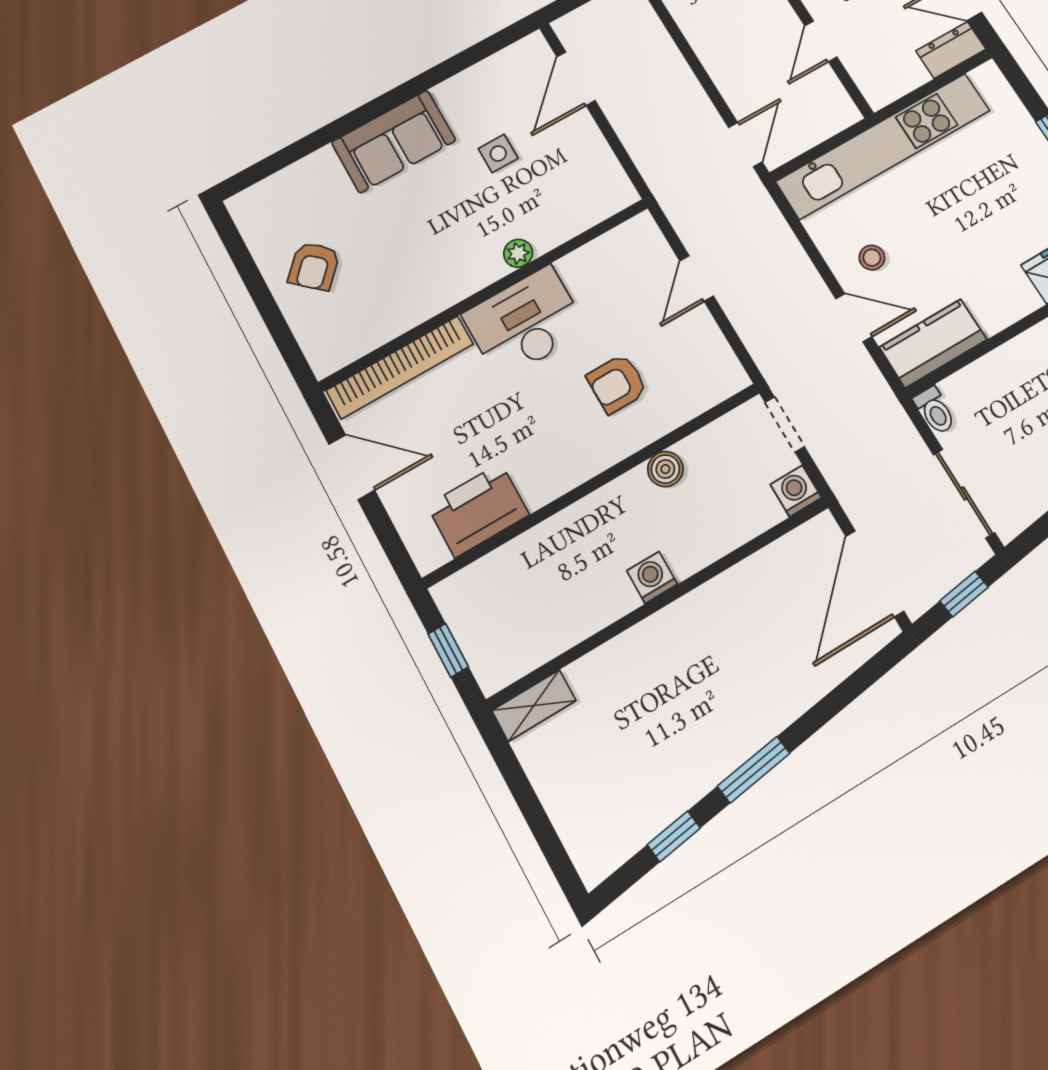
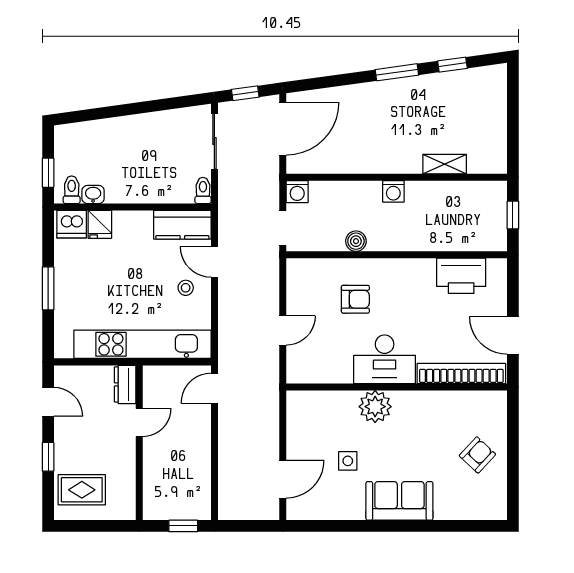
dresser: (951, 50) -> (125, 384), moved, turned 90
plant: (518, 253) -> (375, 407), width x1.88, depth x1.88
shelving: (534, 706) -> (445, 164), moved

